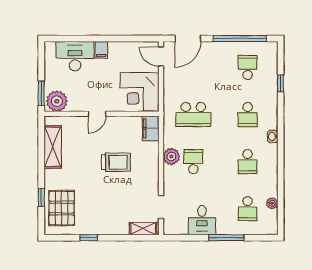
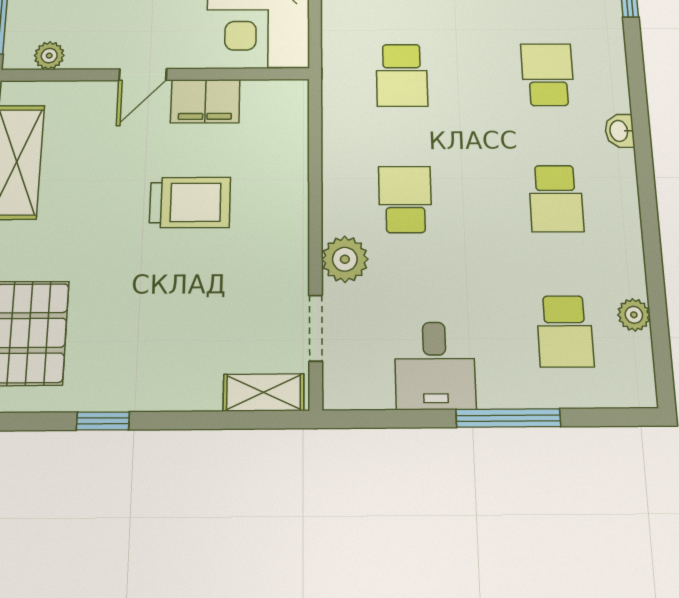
plant: (57, 101) -> (49, 56), width x0.53, depth x0.53
school desk: (193, 115) -> (402, 75), width x0.54
school desk: (248, 115) -> (548, 75), turned 180
filing cabinet: (150, 128) -> (205, 101), moved, turned -90
plant: (171, 156) -> (345, 259), moved

